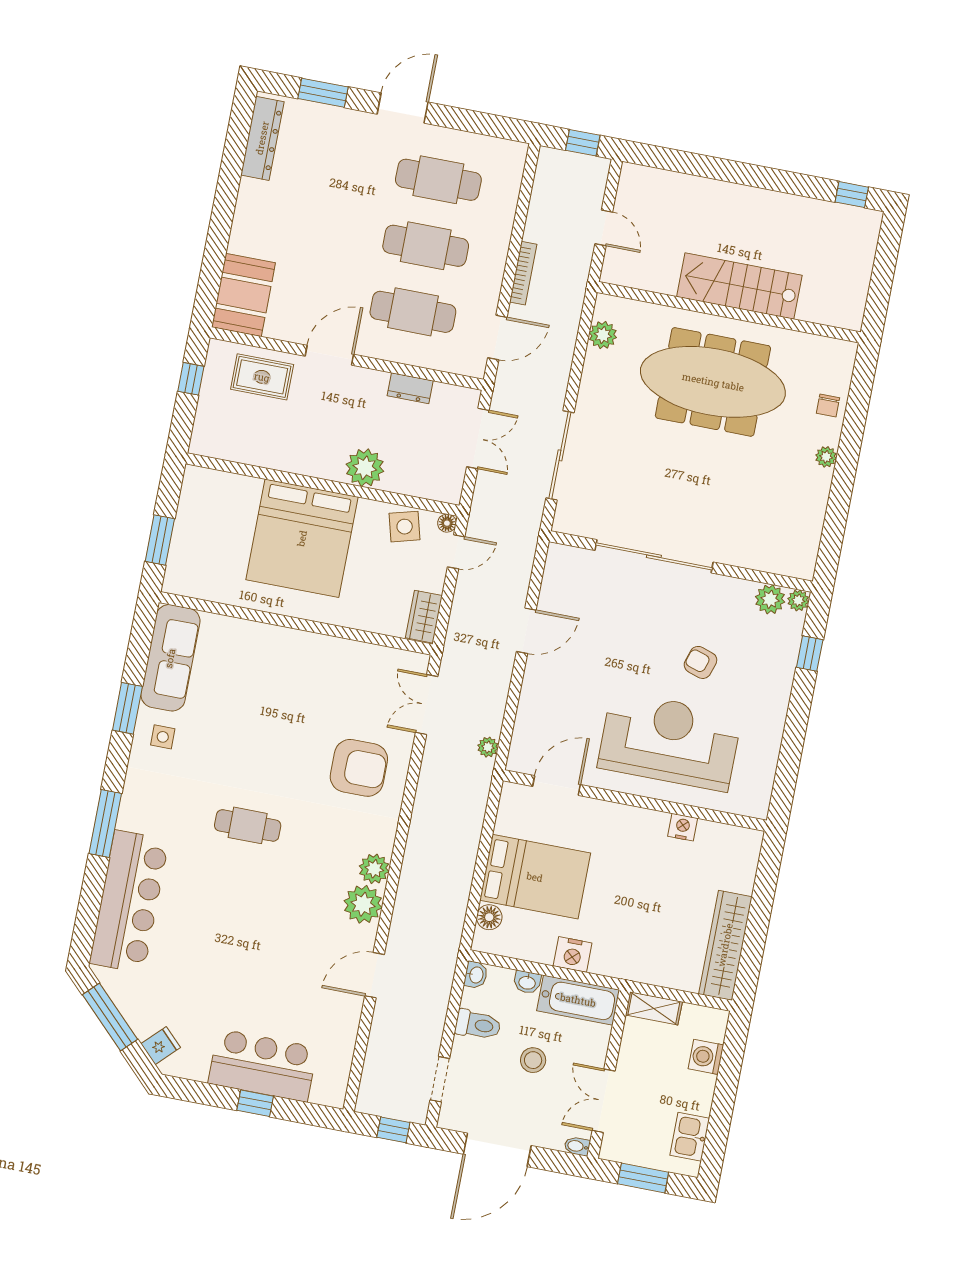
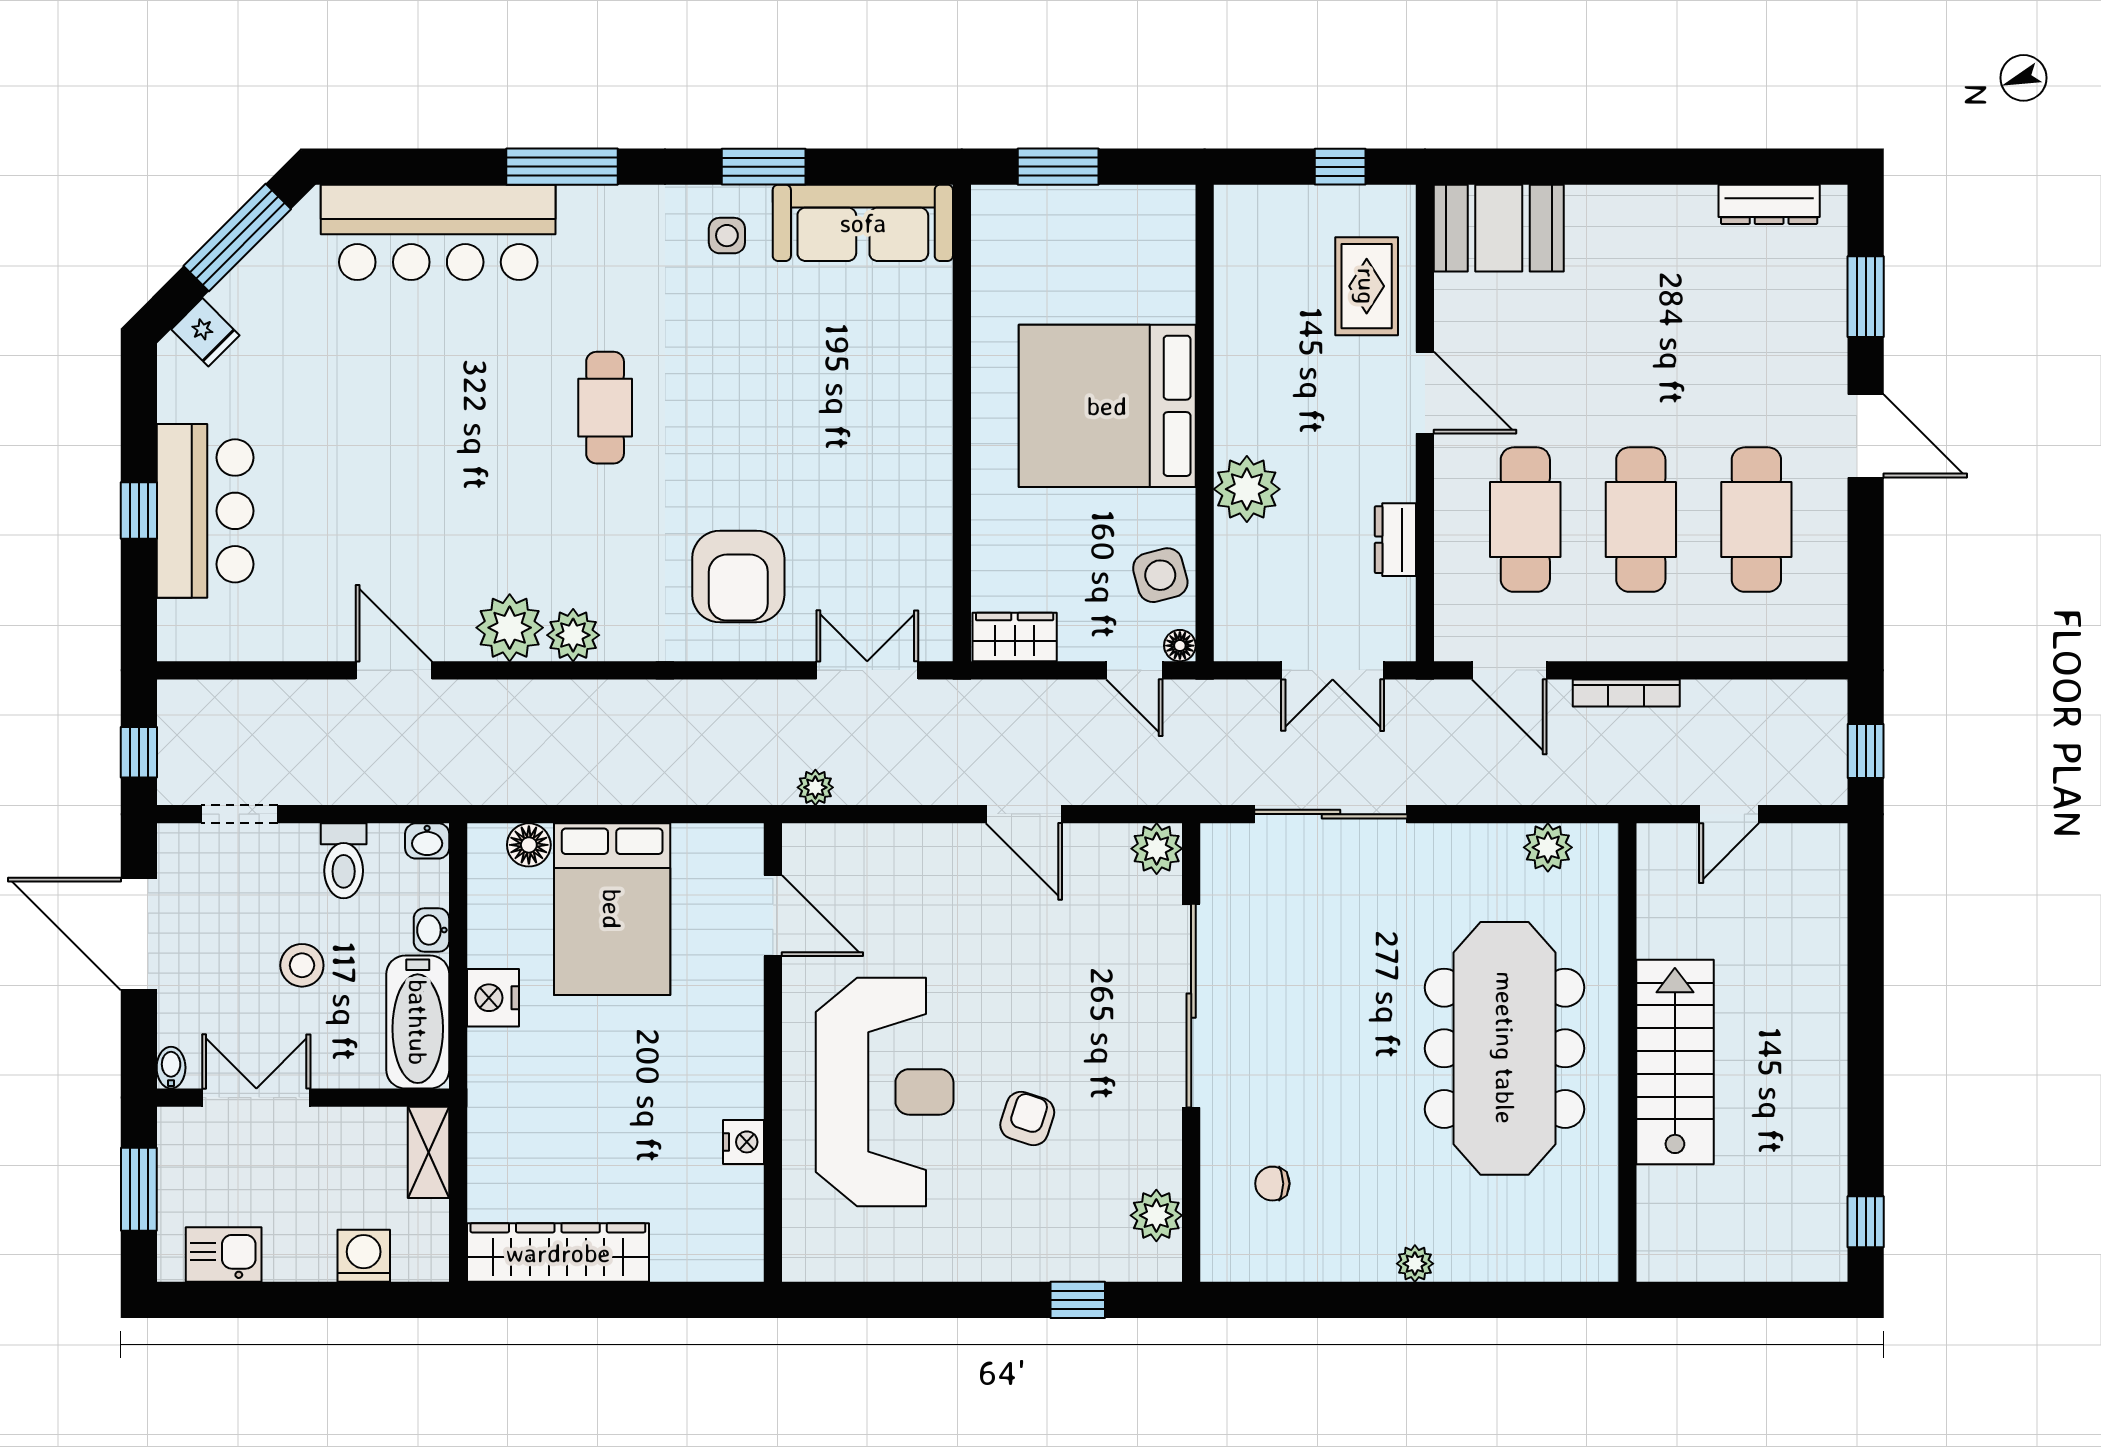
dresser: (262, 138) -> (1769, 204), width x0.73, depth x0.80
chair: (828, 406) -> (1272, 1184), moved
plant: (798, 600) -> (1157, 849), moved, width x1.38, depth x1.38

